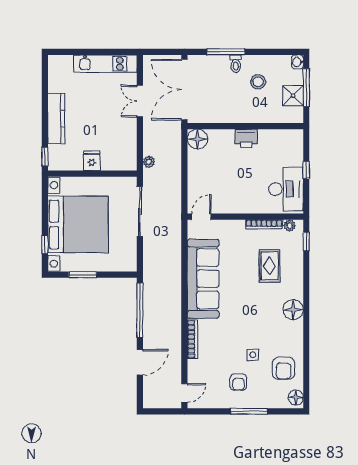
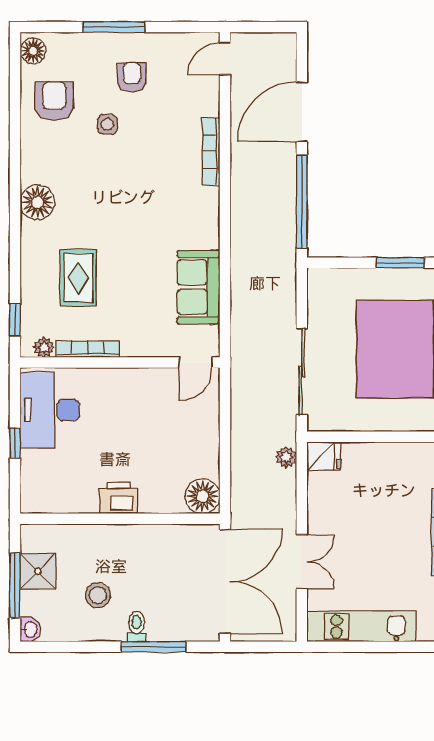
fridge: (92, 161) -> (324, 456), moved, turned -90
sofa: (203, 279) -> (198, 287), width x0.54, depth x0.79
door: (140, 362) -> (302, 112), width x1.36

